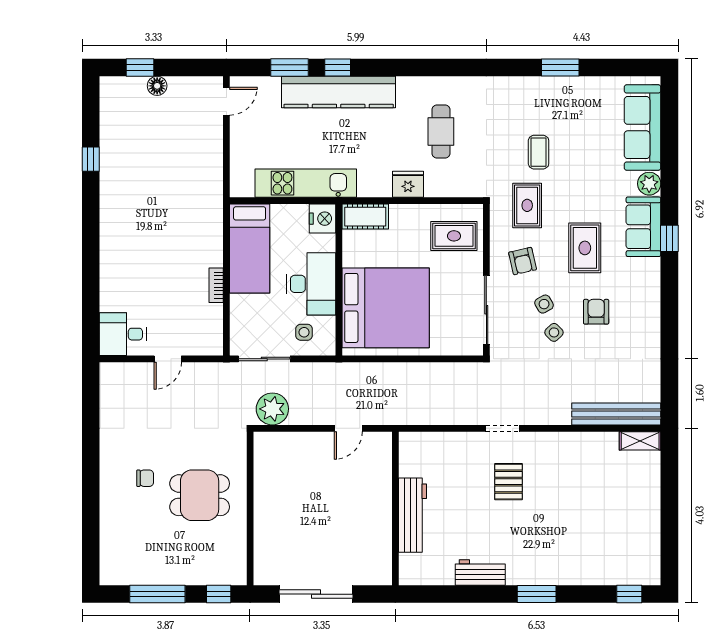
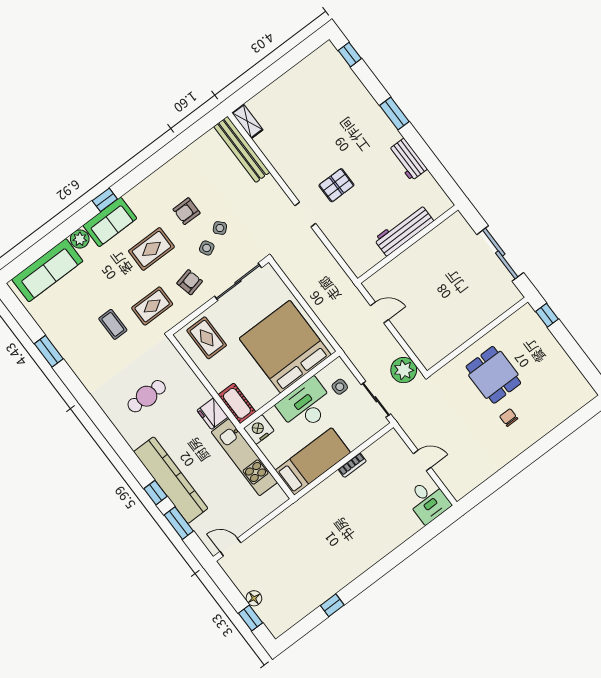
coffee table: (539, 152) -> (113, 324), turned 90
fridge: (408, 184) -> (212, 414), moved
window: (157, 594) -> (576, 354), removed

